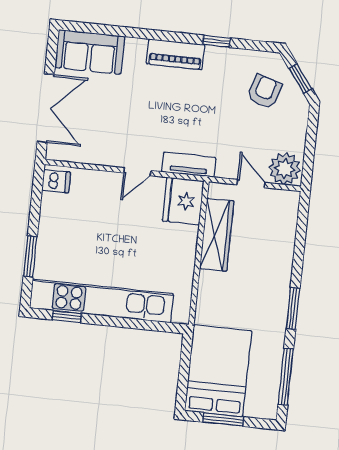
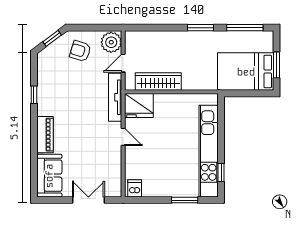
piano: (175, 54) -> (45, 135), moved
armchair: (264, 91) -> (80, 51), moved
double door: (46, 108) -> (88, 200), width x0.73
tv unit: (189, 165) -> (115, 97), width x1.41

